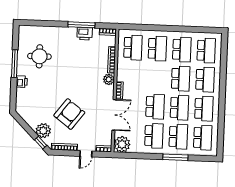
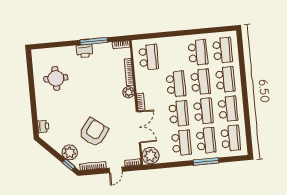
printer: (85, 34) -> (85, 51), moved
school desk: (157, 49) -> (176, 84), moved
window: (15, 64) -> (32, 89), removed
printer: (22, 82) -> (43, 126), moved

